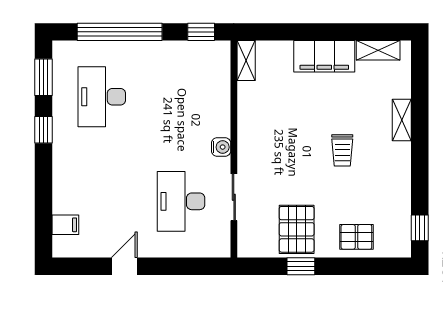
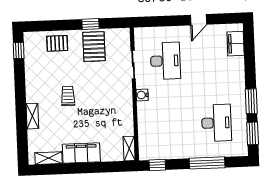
window: (120, 32) -> (207, 163), width x0.68
window: (44, 130) -> (251, 101), width x1.50
filing cabinet: (65, 225) -> (236, 44), width x2.00

